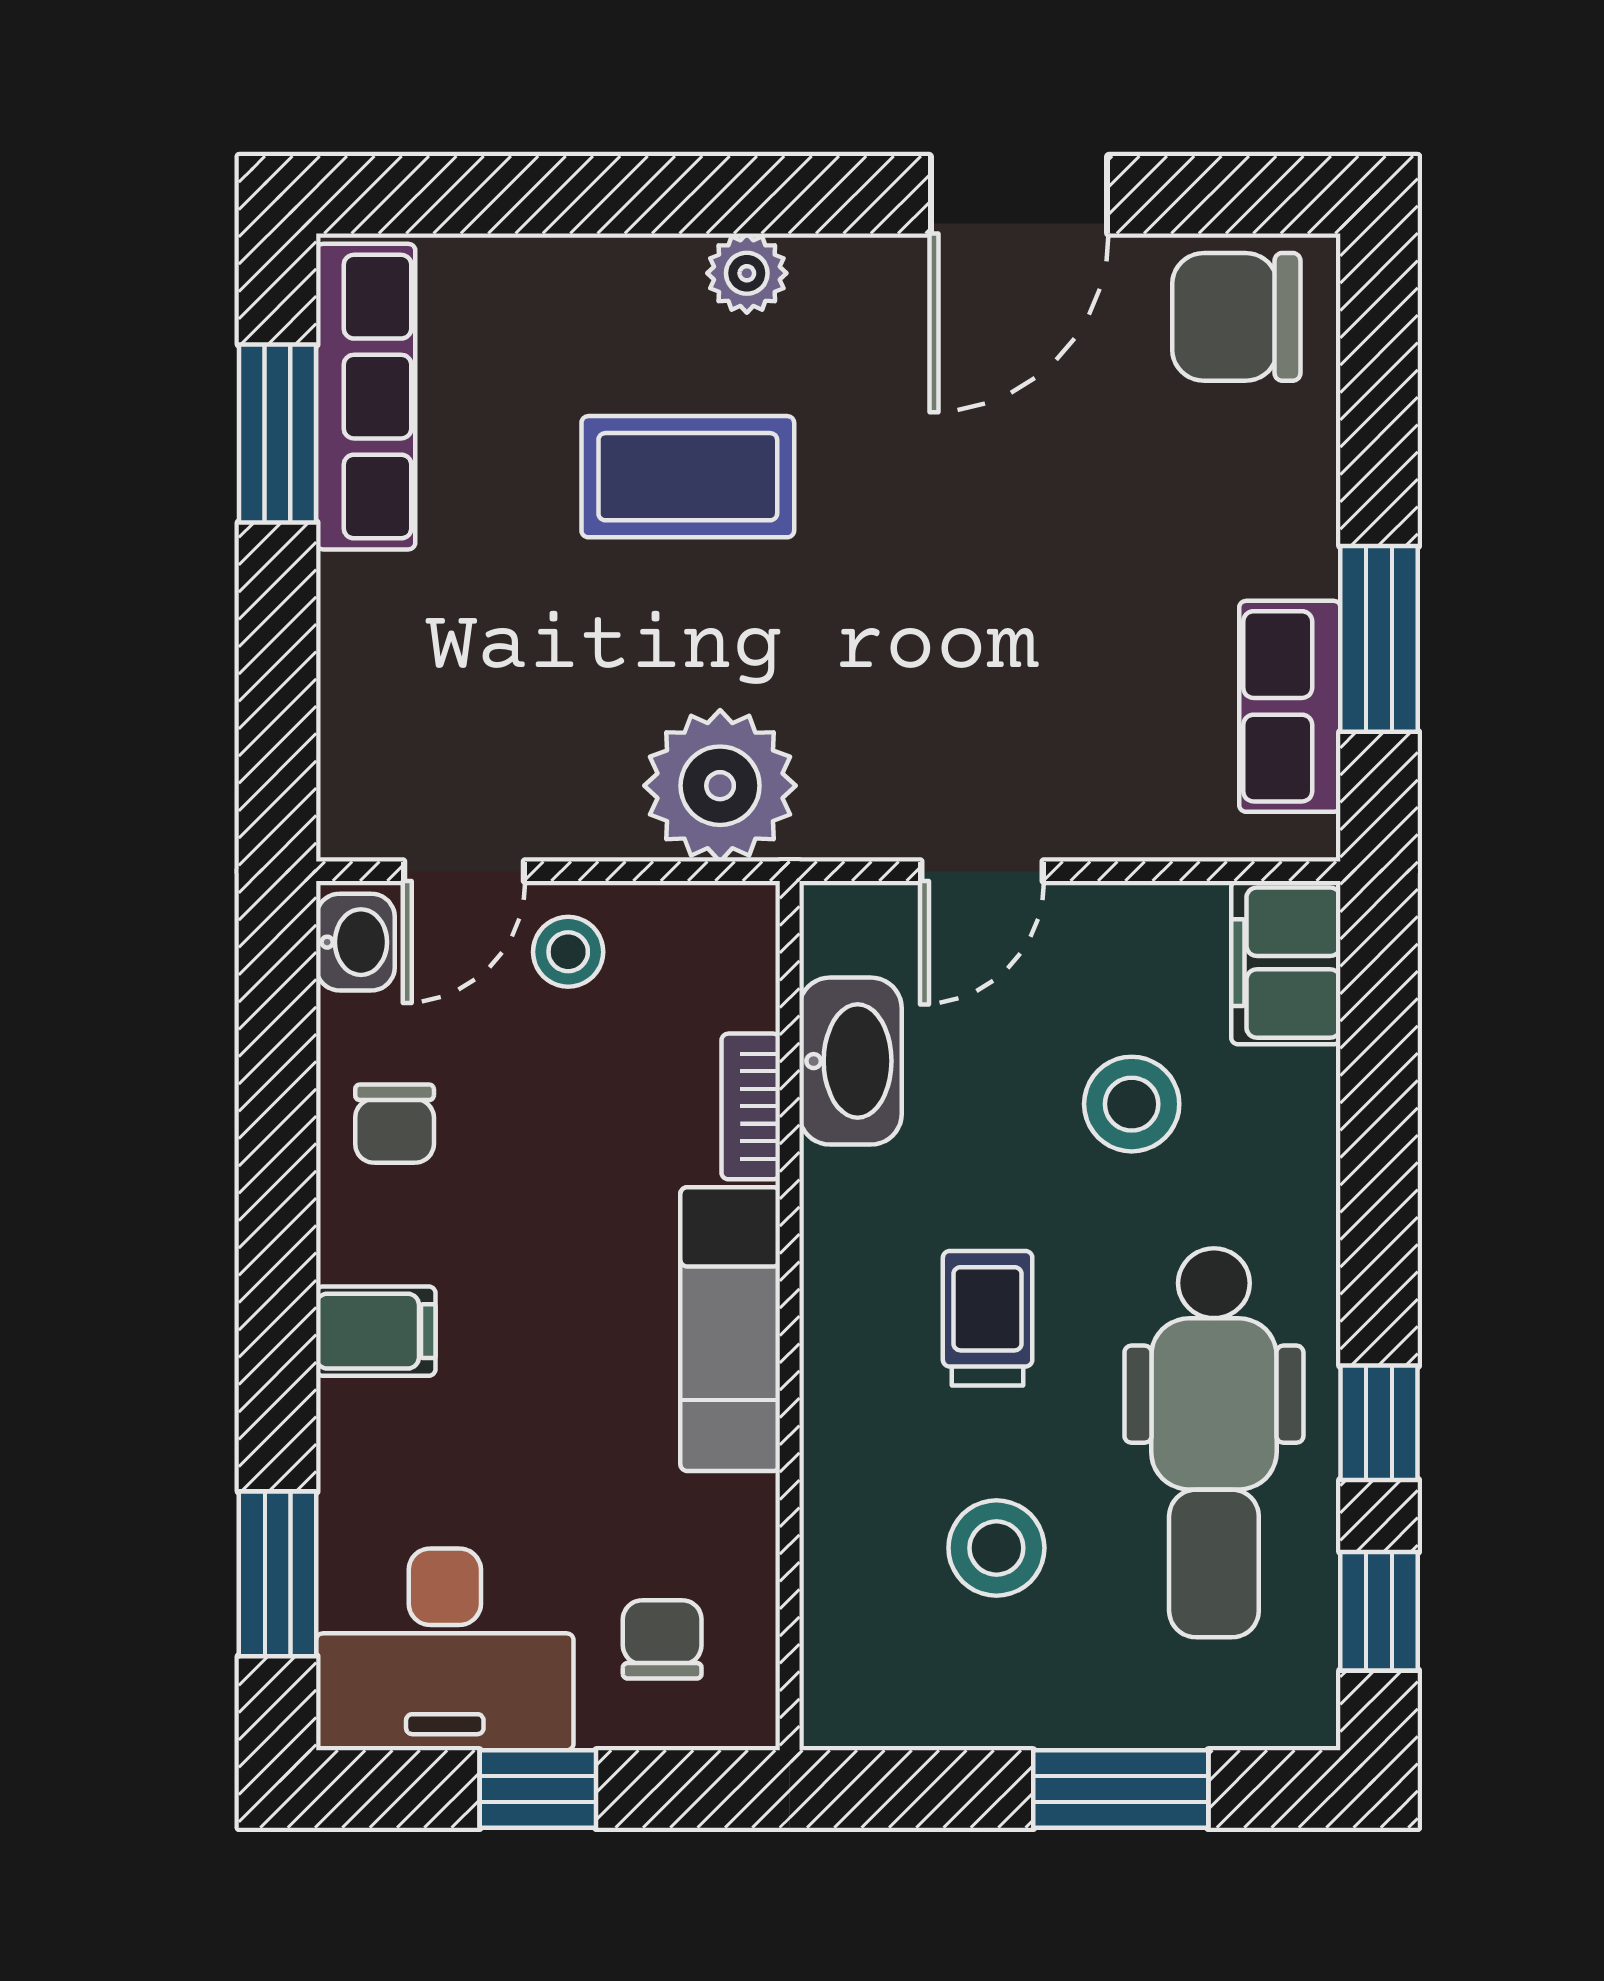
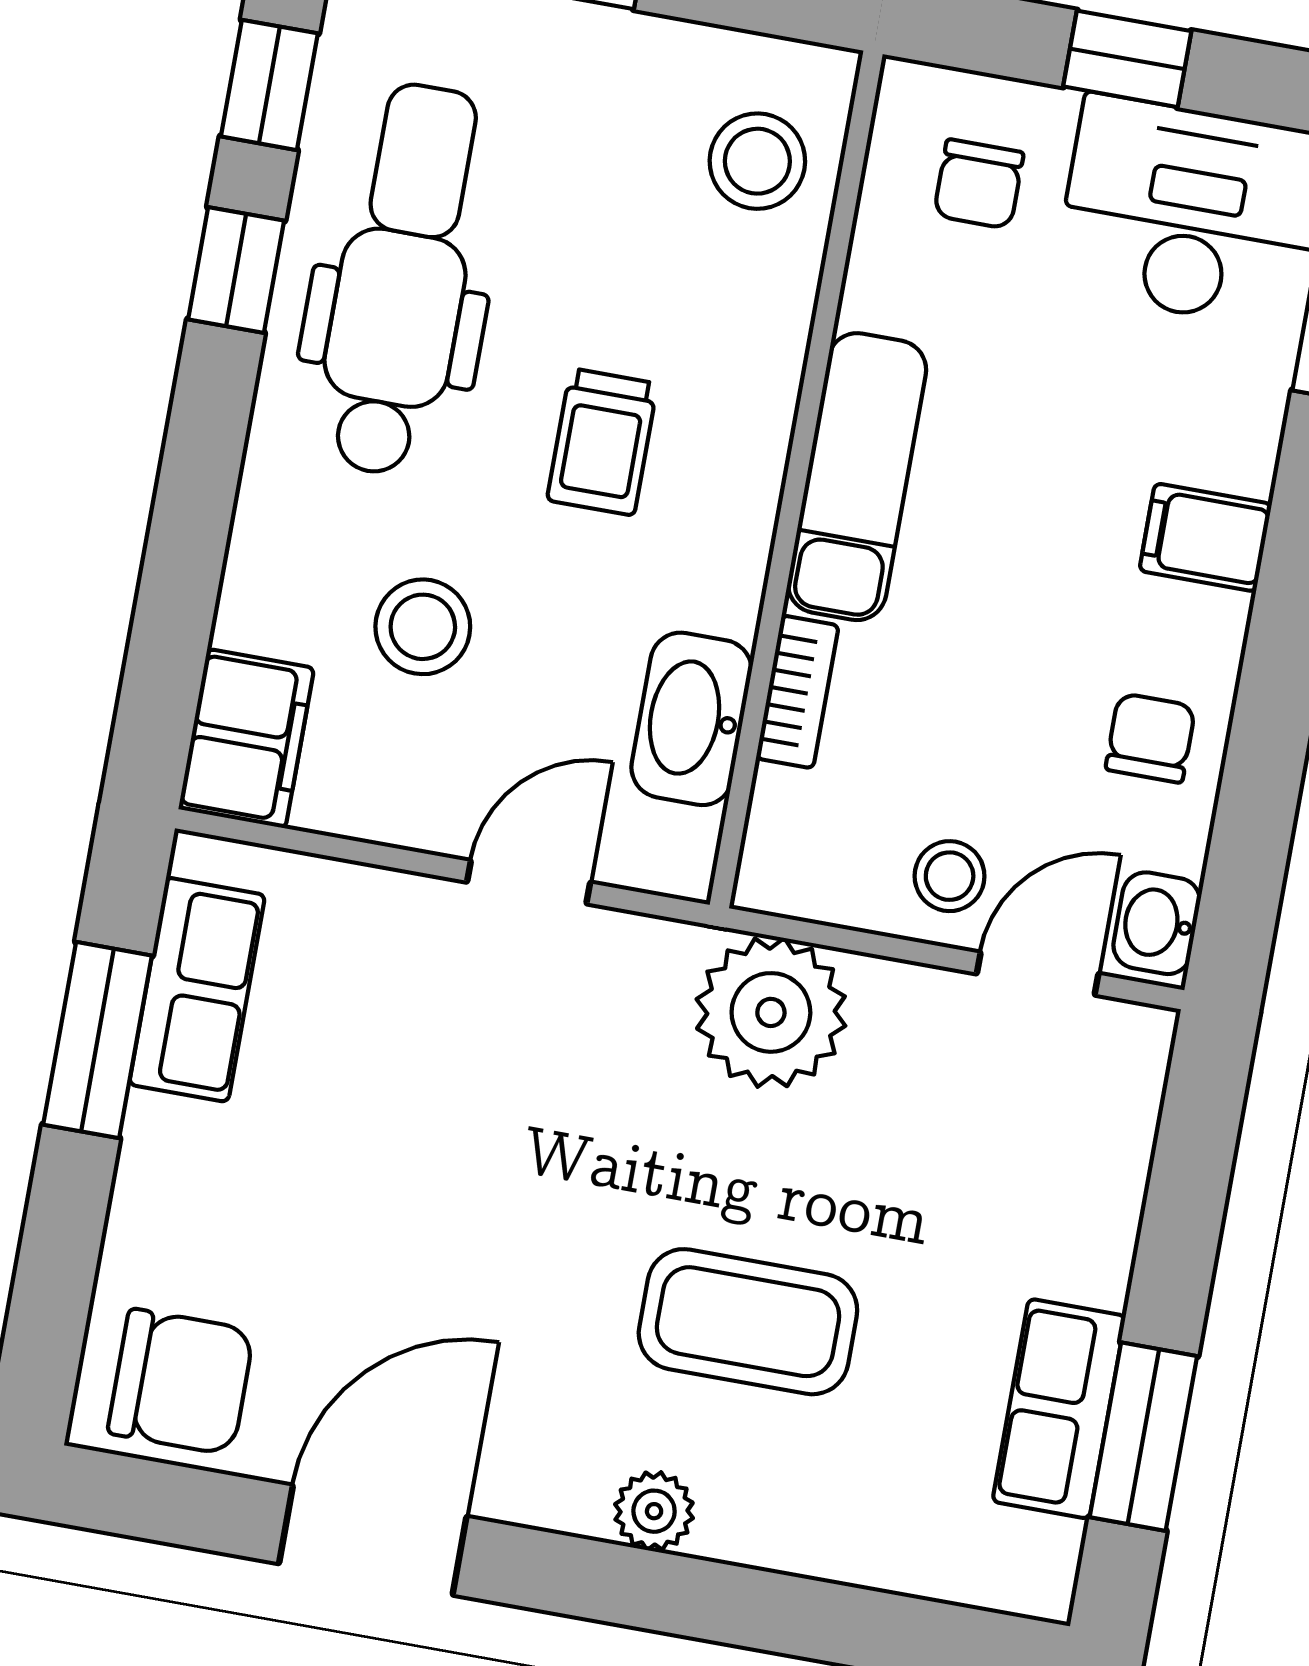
row of seats: (366, 397) -> (1059, 1409), width x0.68
stool: (996, 1548) -> (757, 161), moved

